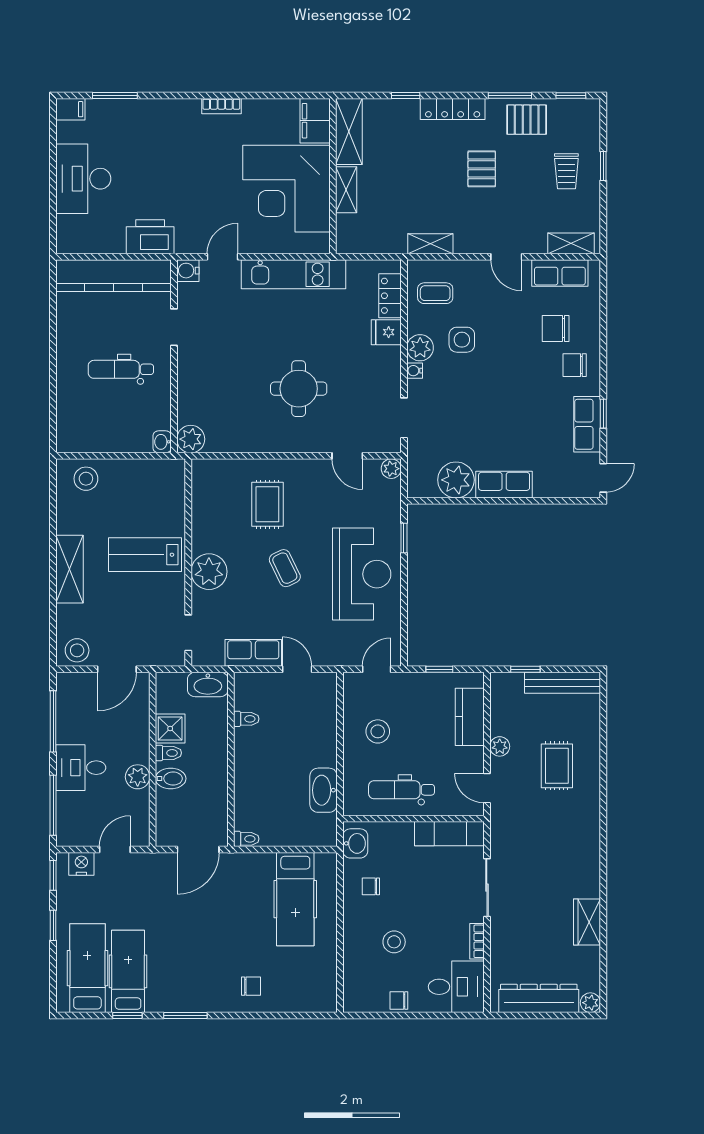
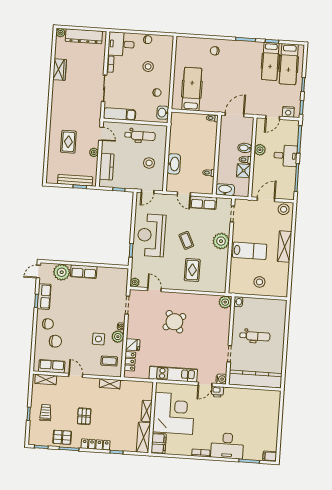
desk: (83, 179) -> (227, 446), moved, turned 90
printer: (150, 237) -> (217, 392), moved, width x0.53, depth x0.68
round table: (299, 389) -> (174, 322), turned -36
stool: (86, 479) -> (259, 282), moved
plant: (456, 480) -> (62, 272), moved
bench: (562, 683) -> (75, 180), moved
washbasin: (324, 790) -> (174, 164), moved

